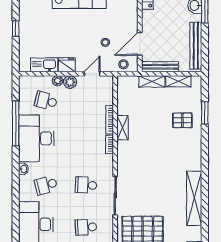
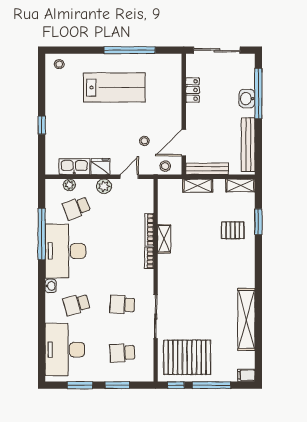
plant: (57, 81) -> (69, 185), moved
shelving: (178, 81) -> (240, 185), moved
school desk: (46, 101) -> (76, 208), turned -36

